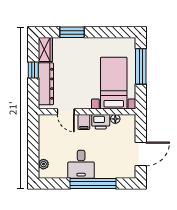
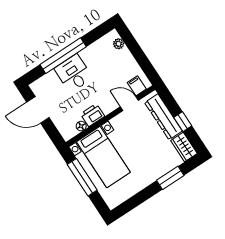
window: (141, 66) -> (82, 177), moved
filing cabinet: (84, 122) -> (137, 86), moved
door: (141, 154) -> (38, 110), hinge flipped
desk: (81, 164) -> (74, 73), moved

